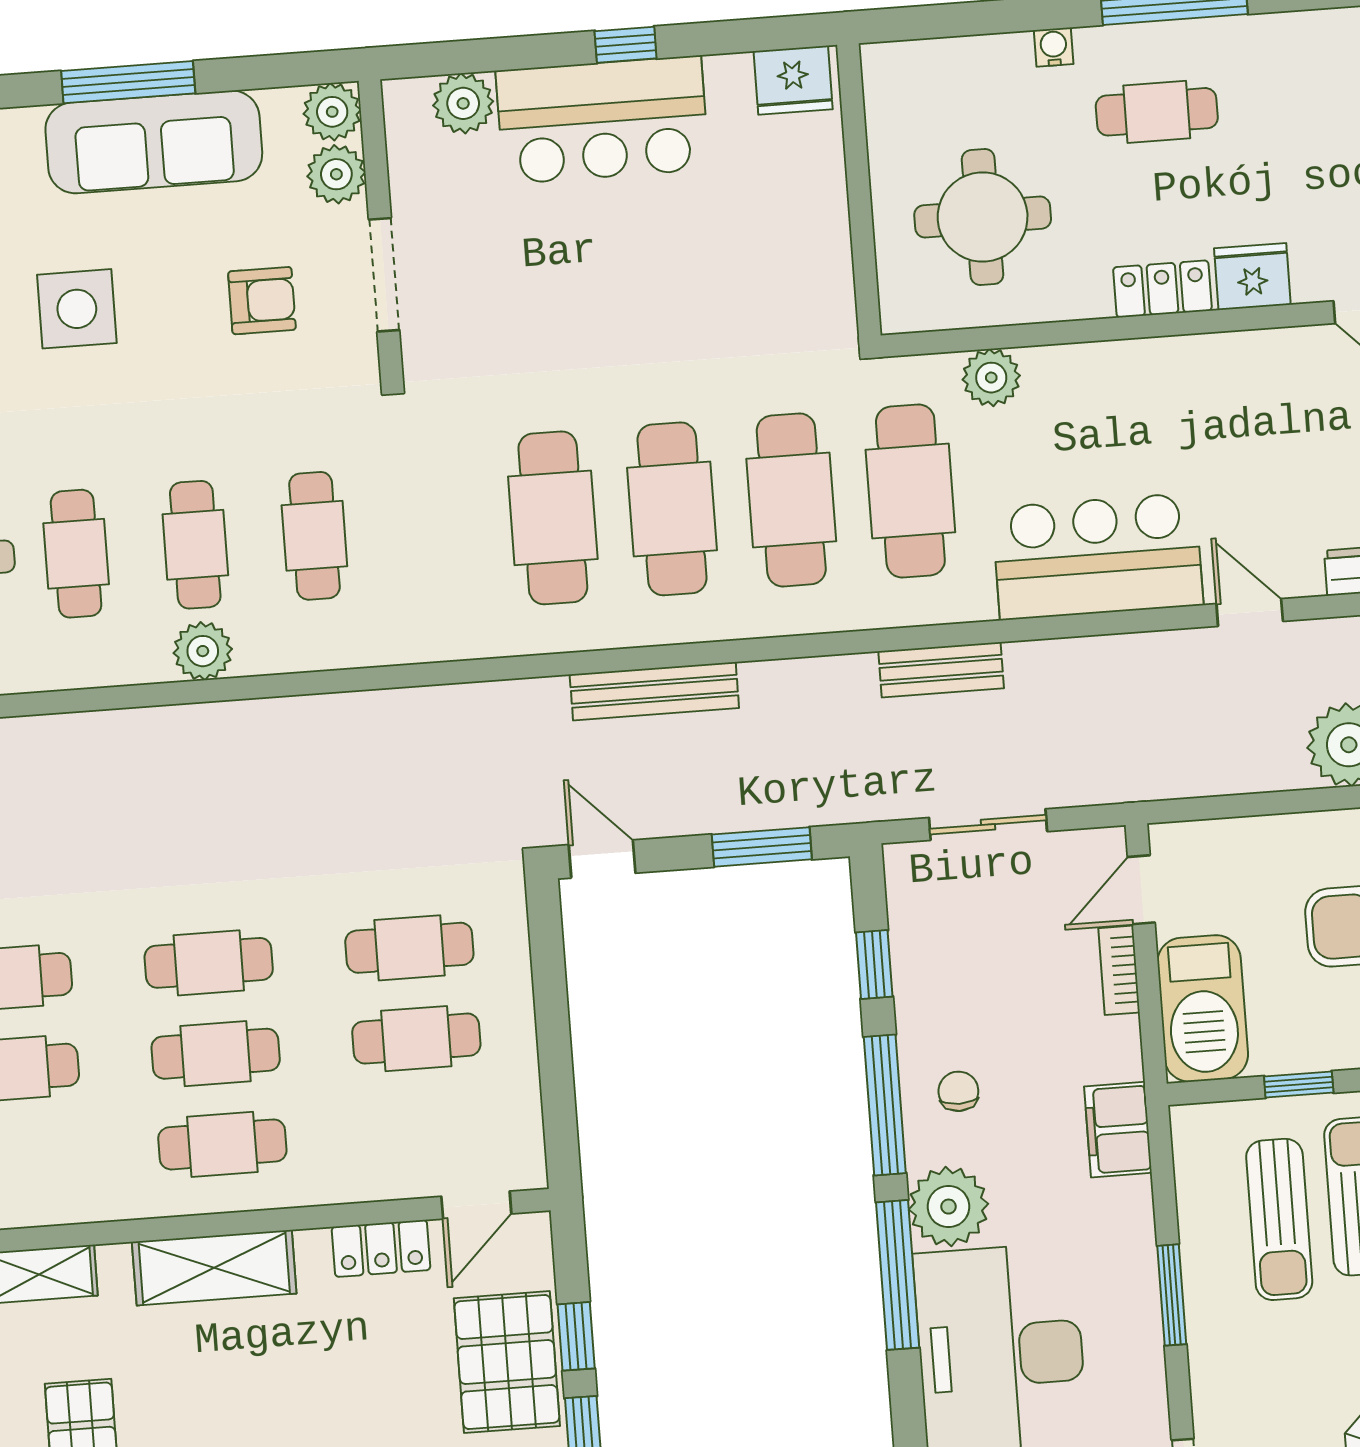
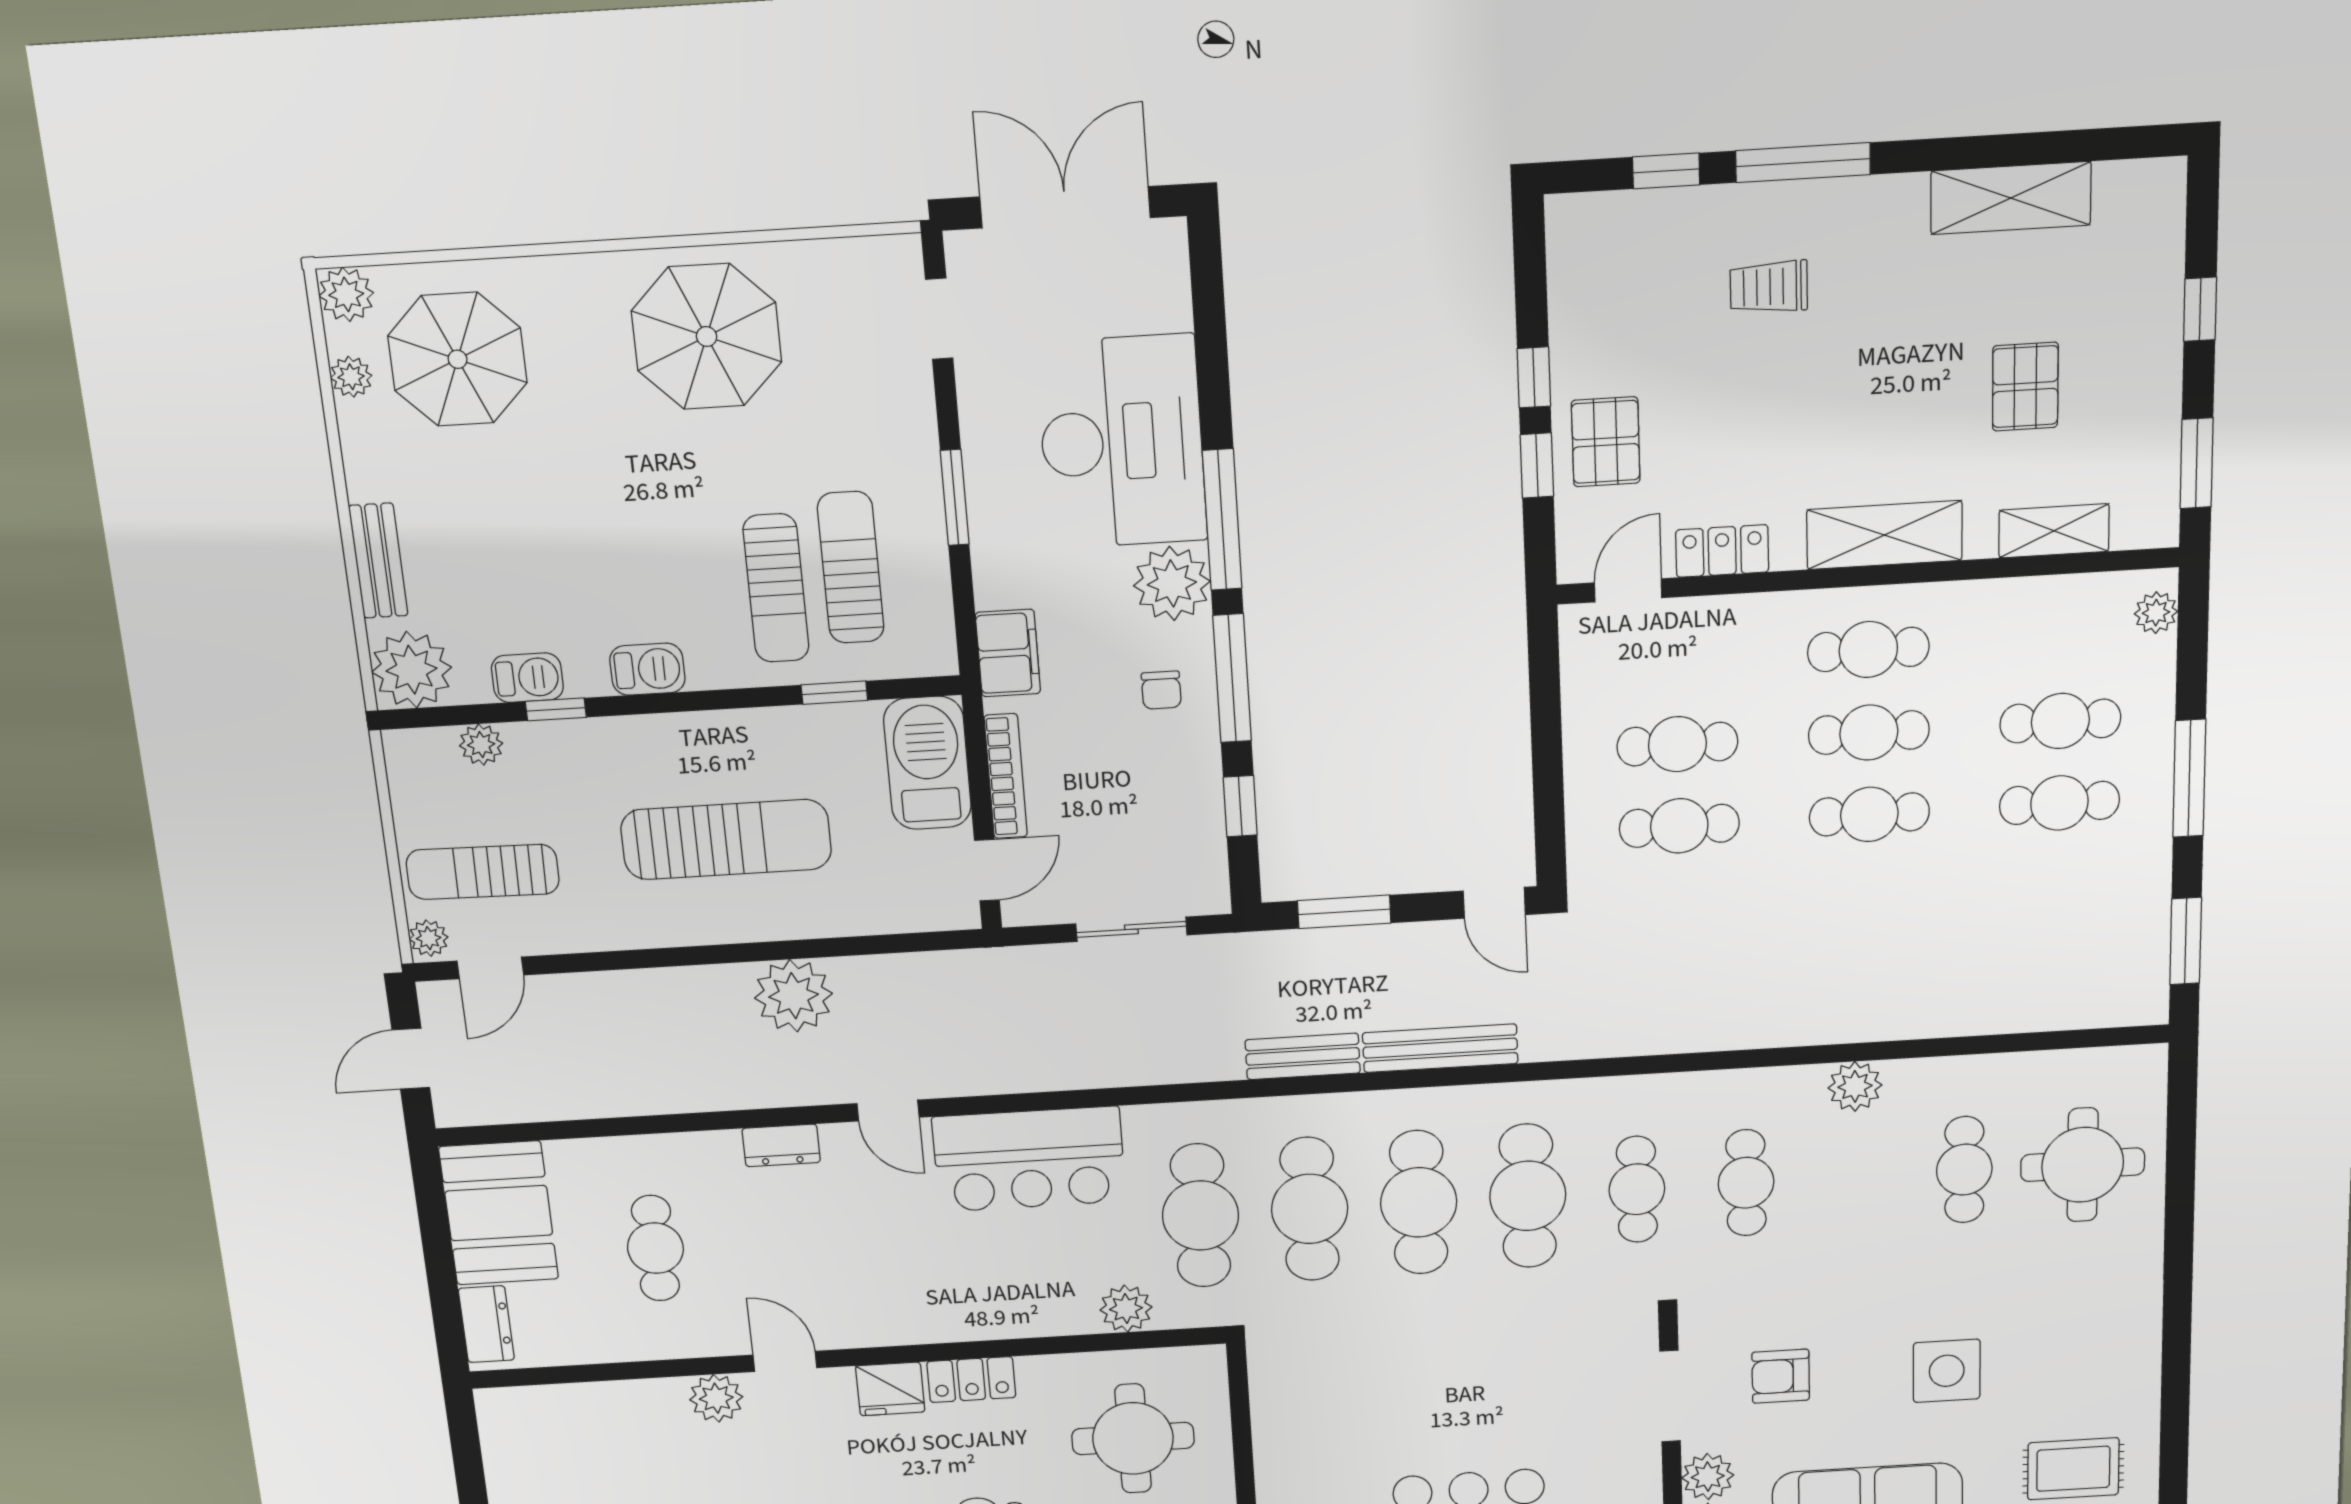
cafe table: (195, 545) -> (1637, 1189), moved
bench: (941, 670) -> (1303, 1056), moved
bookcase: (1119, 970) -> (1006, 776), width x1.56
pallet: (507, 1362) -> (1606, 442), width x0.67, depth x0.71

